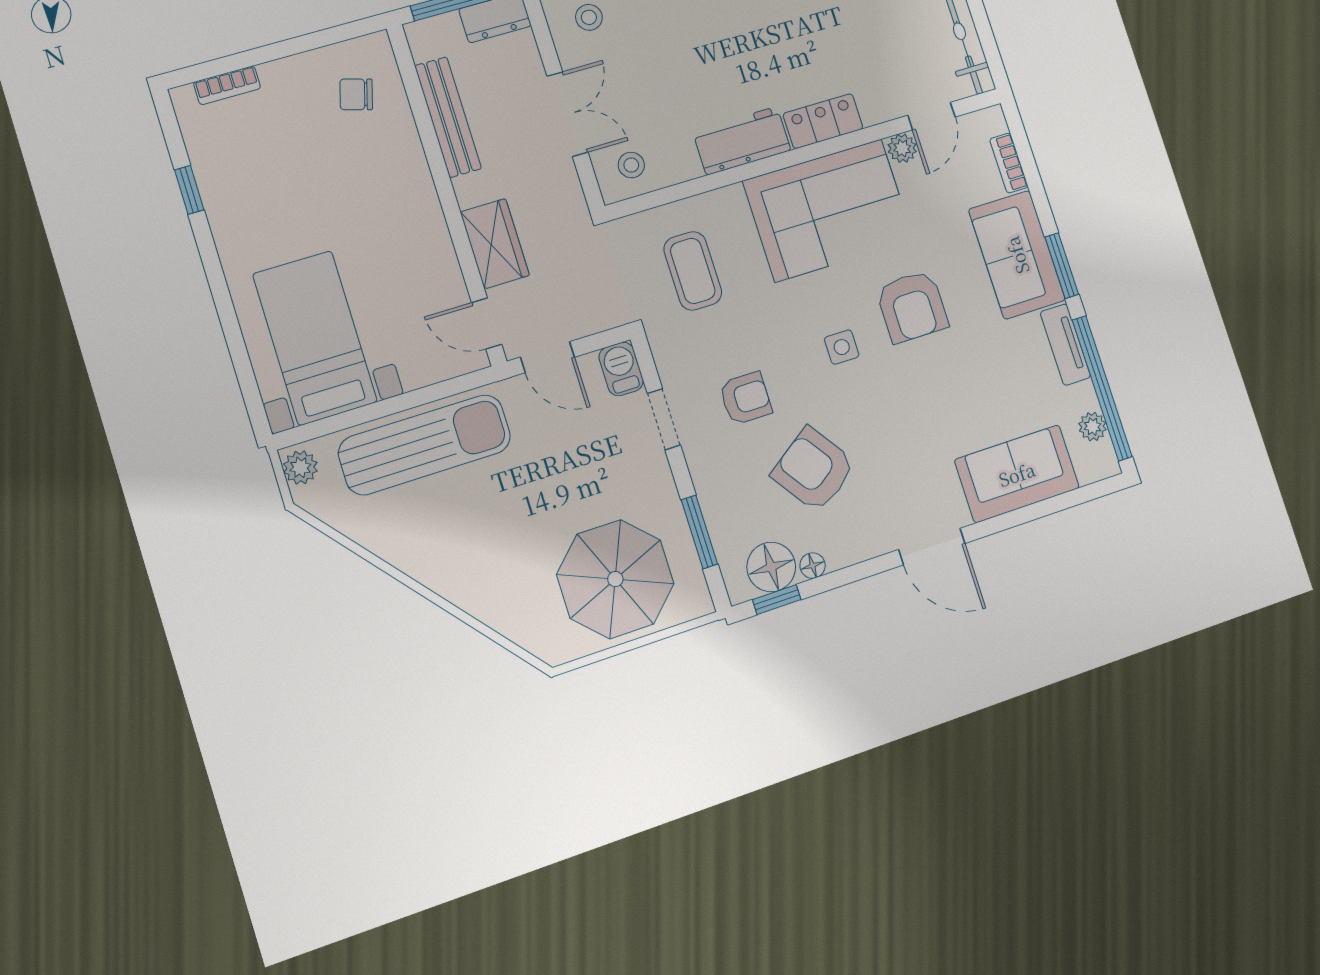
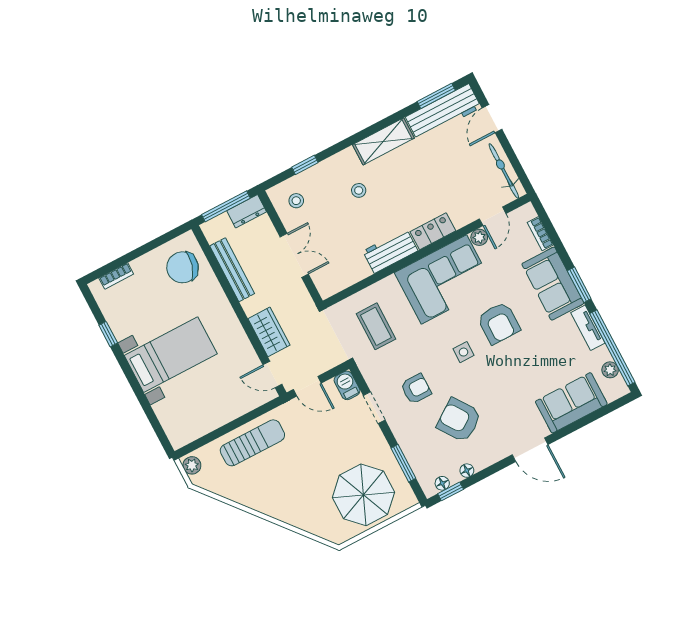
chair: (356, 94) -> (183, 267), width x1.87, depth x1.87
stool: (631, 165) -> (359, 190), moved
bed with nightstands: (315, 338) -> (171, 355), moved, turned 90
sun lounger: (425, 445) -> (252, 443), width x0.73, depth x0.75
floor lamp: (771, 567) -> (442, 483), width x0.53, depth x0.53

